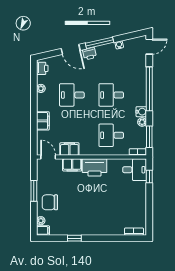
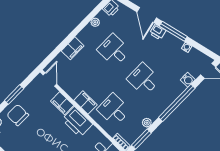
water cooler: (141, 112) -> (188, 80), moved
filing cabinet: (69, 149) -> (85, 103), moved

